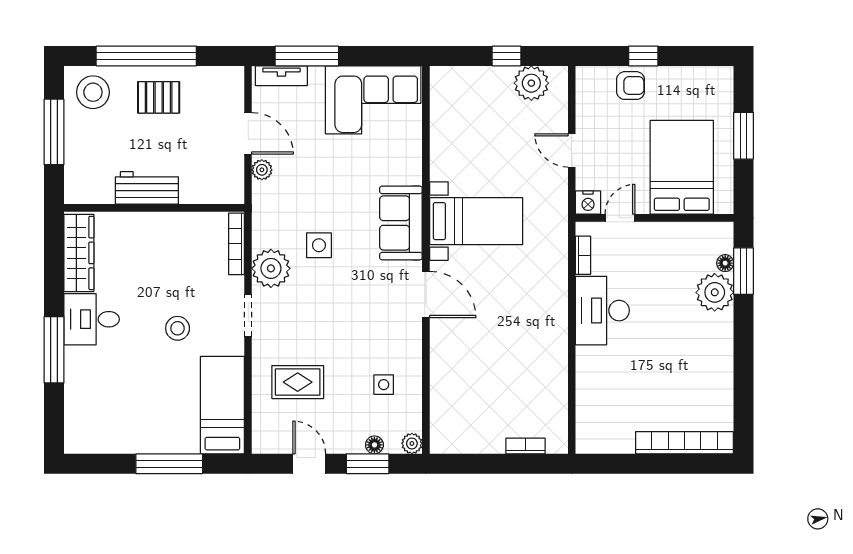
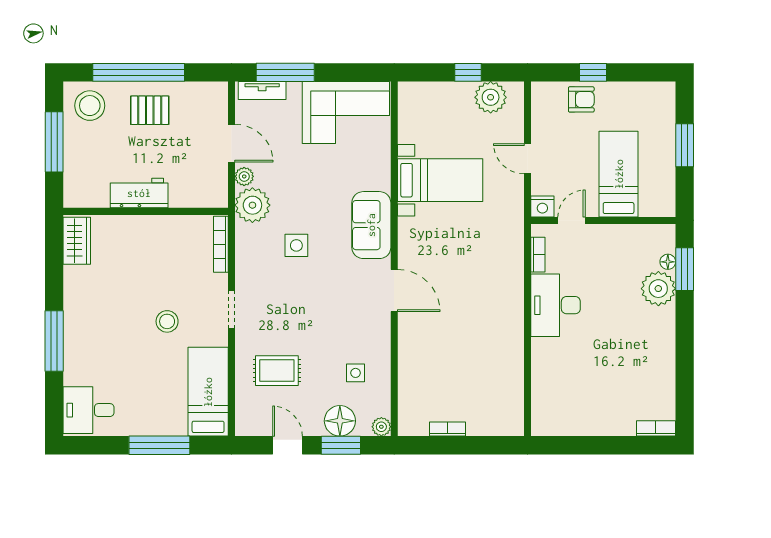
bed: (682, 167) -> (619, 174), width x0.67
bed with nightstands: (476, 221) -> (440, 180), moved
wardrobe: (79, 253) -> (77, 241), width x0.67
plant: (271, 268) -> (252, 205), moved
desk: (92, 319) -> (88, 410), moved
bookcase: (684, 443) -> (656, 428), width x0.43, depth x0.76
floor lamp: (374, 445) -> (340, 421), width x1.89, depth x1.89
bookcase: (525, 446) -> (448, 429), moved

